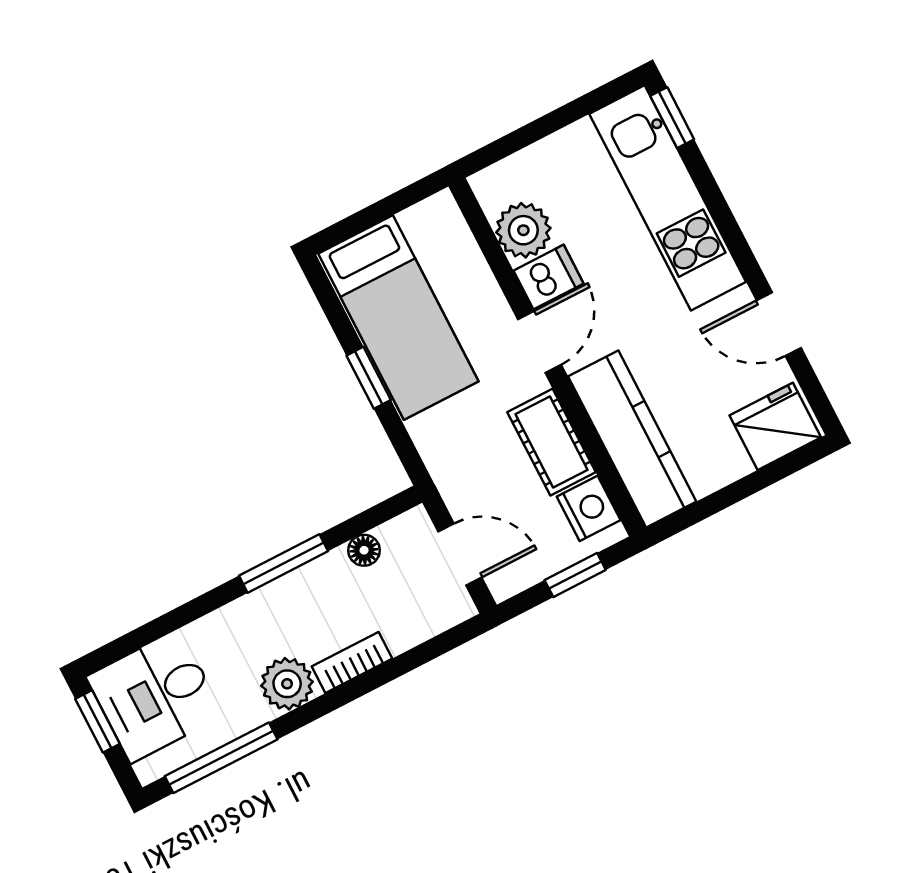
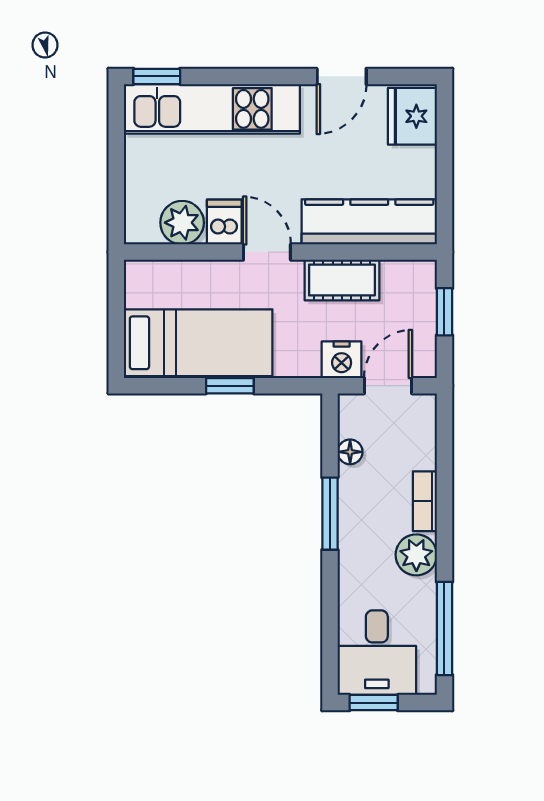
nightstand: (589, 508) -> (342, 360), moved, turned 180

